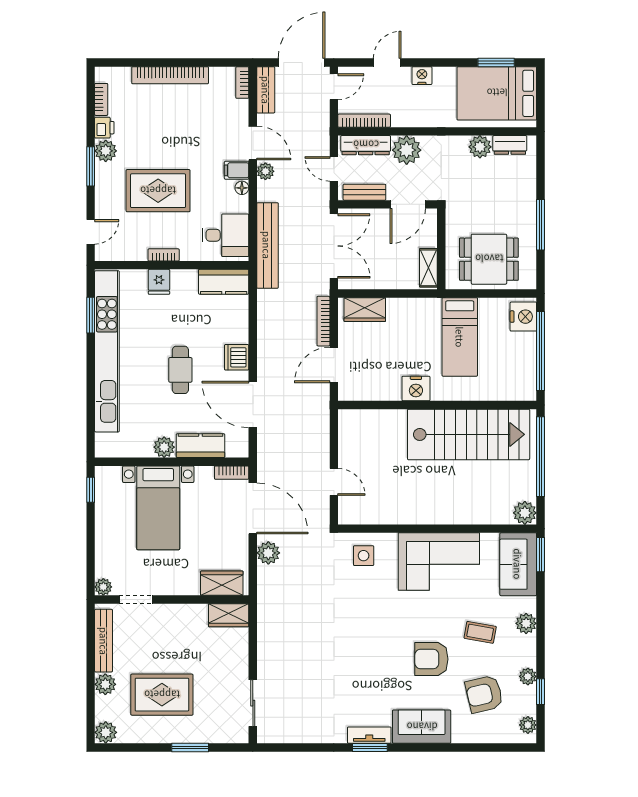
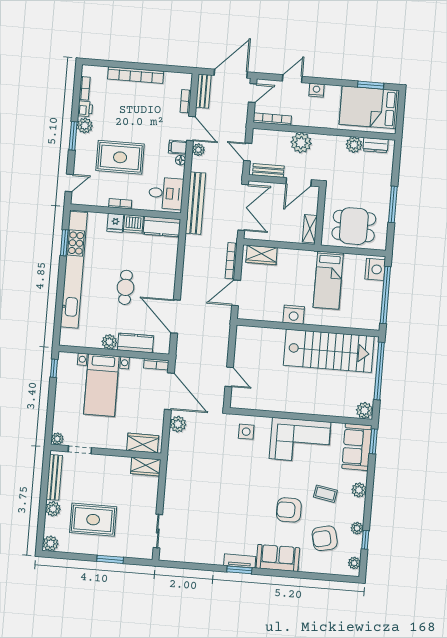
bookcase: (242, 83) -> (186, 101), moved
dresser: (366, 145) -> (272, 137), removed
dishwasher: (237, 357) -> (133, 224), moved, turned -90

